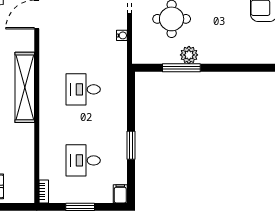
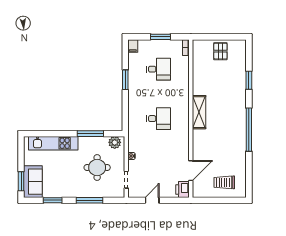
kitchen unit: (235, 54) -> (53, 143), added
plant: (189, 55) -> (115, 142), moved
shelving: (25, 87) -> (199, 112), width x0.68

